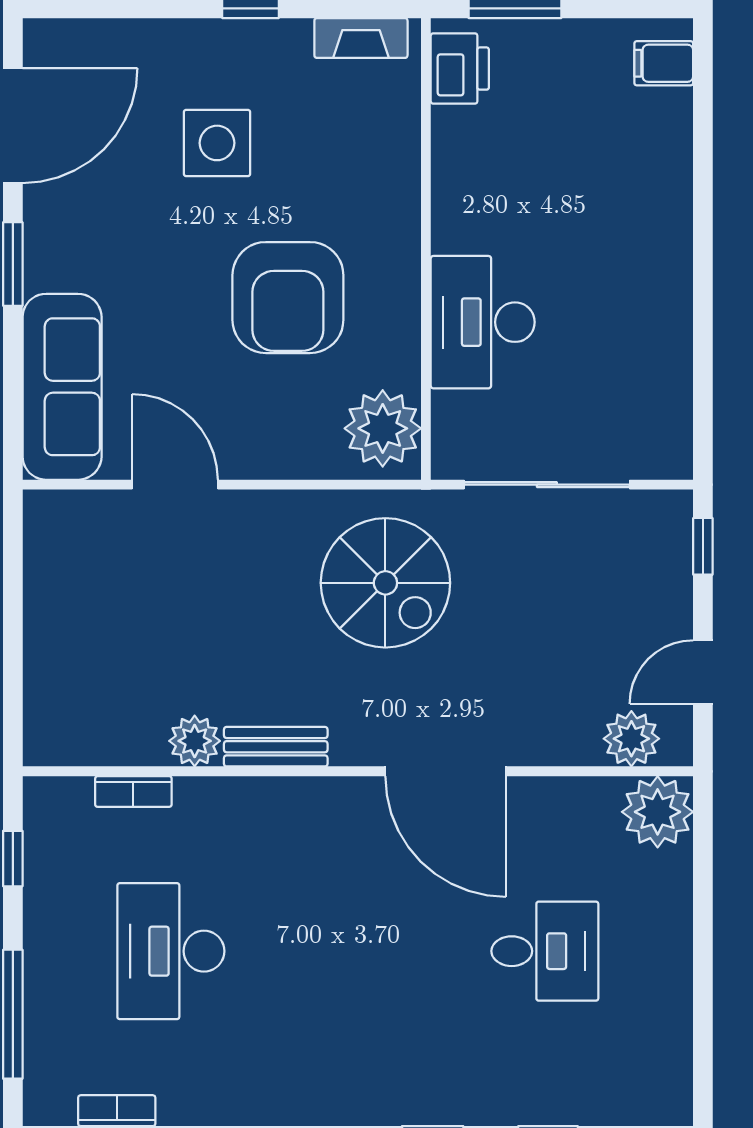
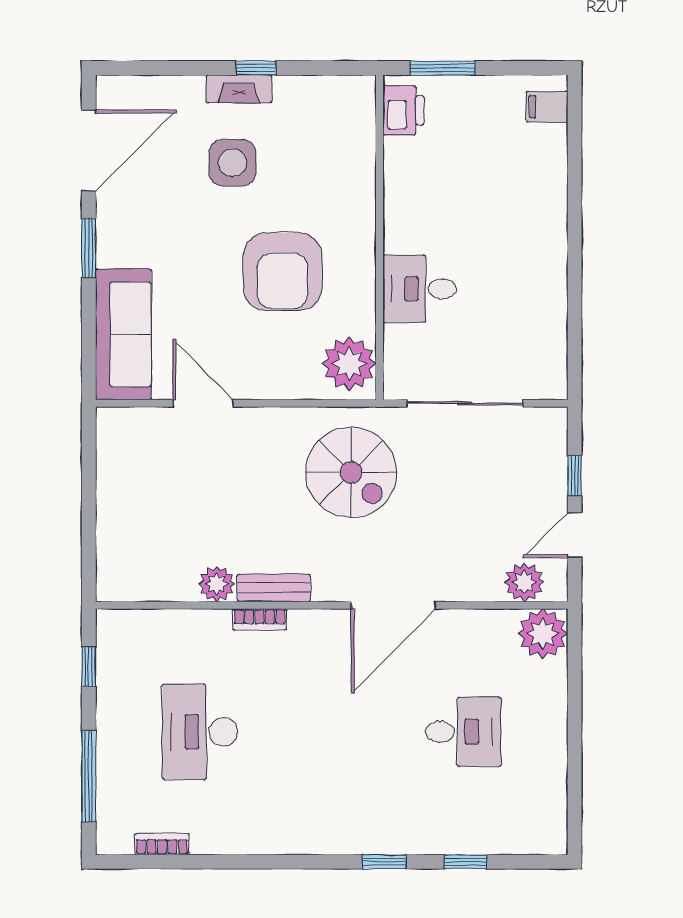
fireplace: (361, 38) -> (239, 89), moved
desk: (483, 322) -> (420, 289), width x0.73
window: (703, 546) -> (575, 475), moved
door: (446, 771) -> (394, 605), hinge flipped
bookcase: (133, 792) -> (260, 619), moved

